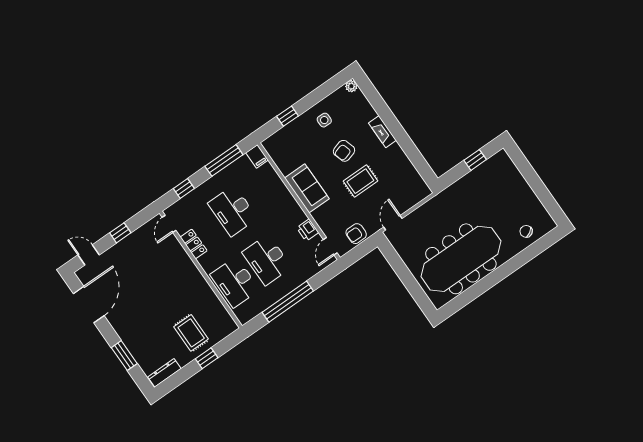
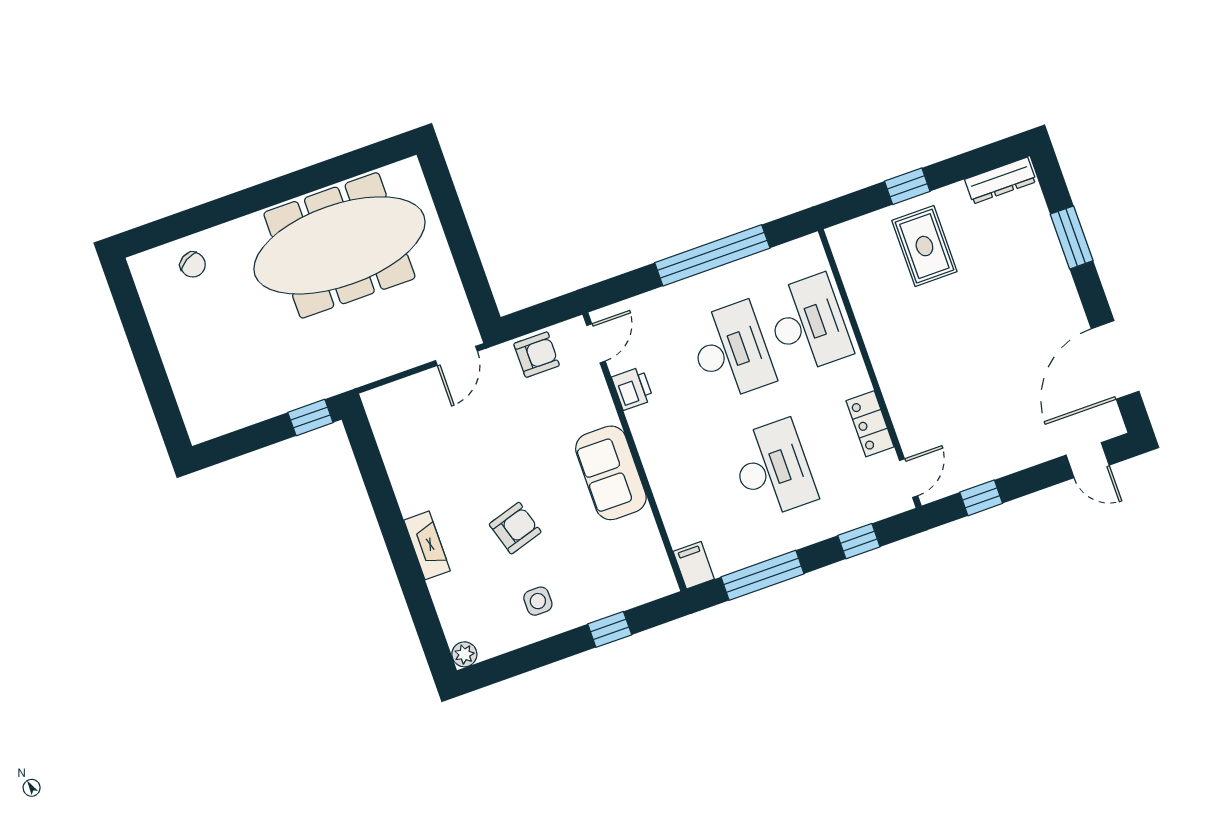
window: (475, 160) -> (310, 418), moved
rug: (360, 181) -> (499, 458), removed
window: (120, 233) -> (981, 498), moved

